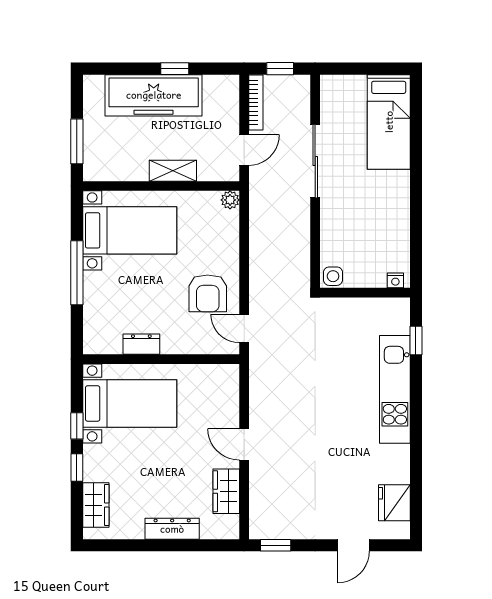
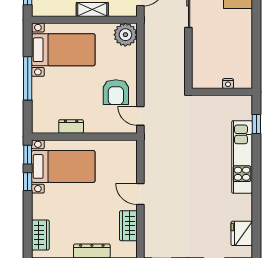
plant: (230, 200) -> (125, 35), width x1.87, depth x1.87
side table: (333, 276) -> (200, 81), removed
nightstand: (395, 280) -> (228, 84), moved
window: (77, 468) -> (28, 155), moved

